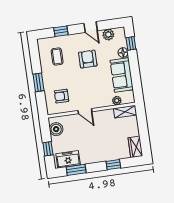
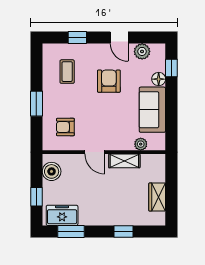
shelving: (125, 112) -> (124, 161), moved
wardrobe: (135, 147) -> (157, 197), moved

